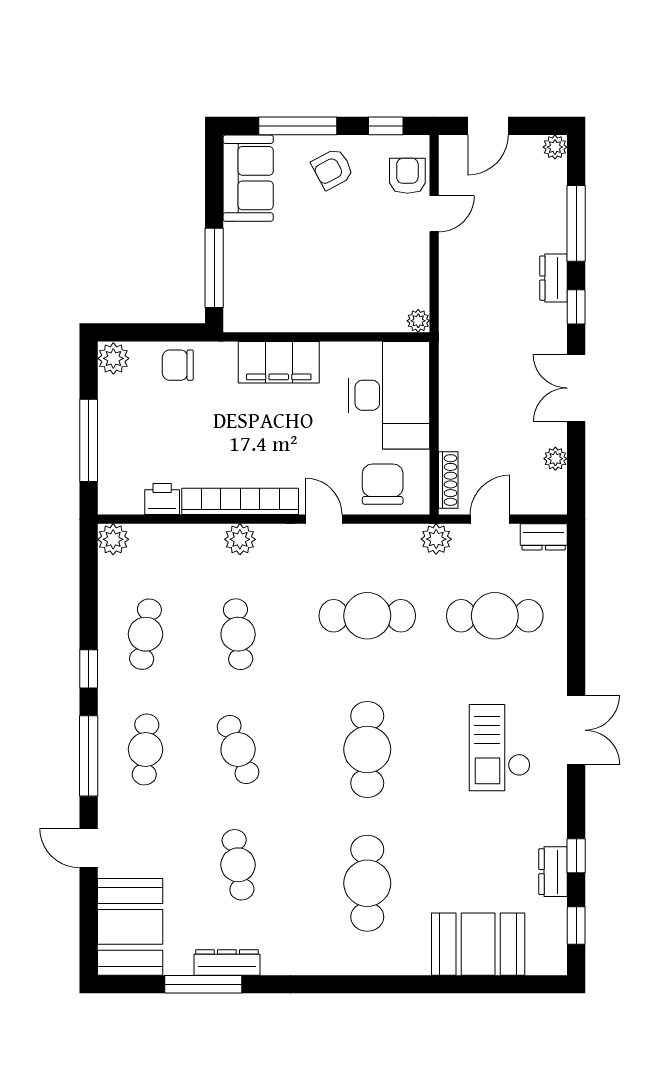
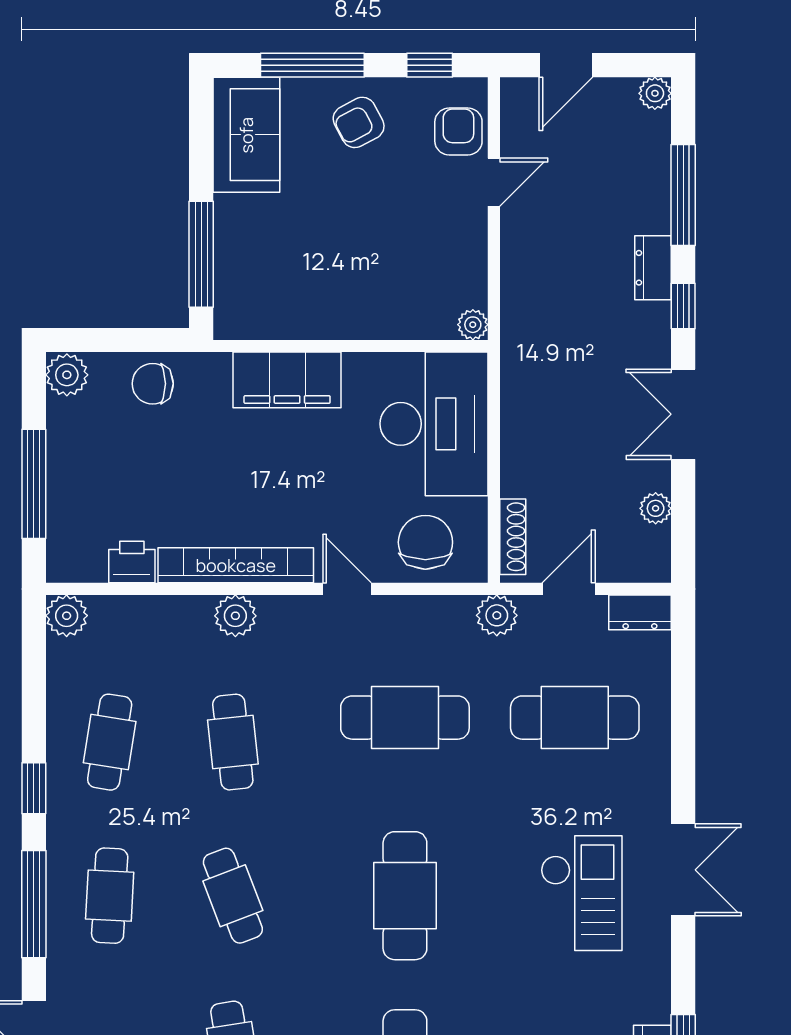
checkout: (500, 748) -> (581, 893), turned 180

